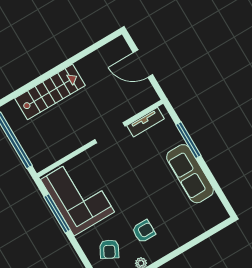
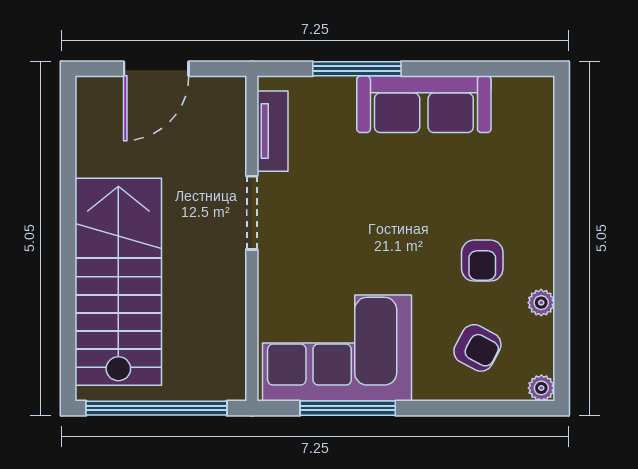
stairs: (50, 92) -> (118, 282), width x1.36, depth x1.51
armchair: (144, 231) -> (482, 261), turned 180

